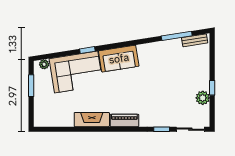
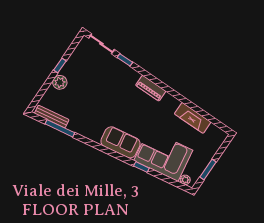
bench: (195, 40) -> (52, 116), width x1.36
plant: (203, 98) -> (60, 82), moved
fireplace: (92, 120) -> (193, 118), moved

